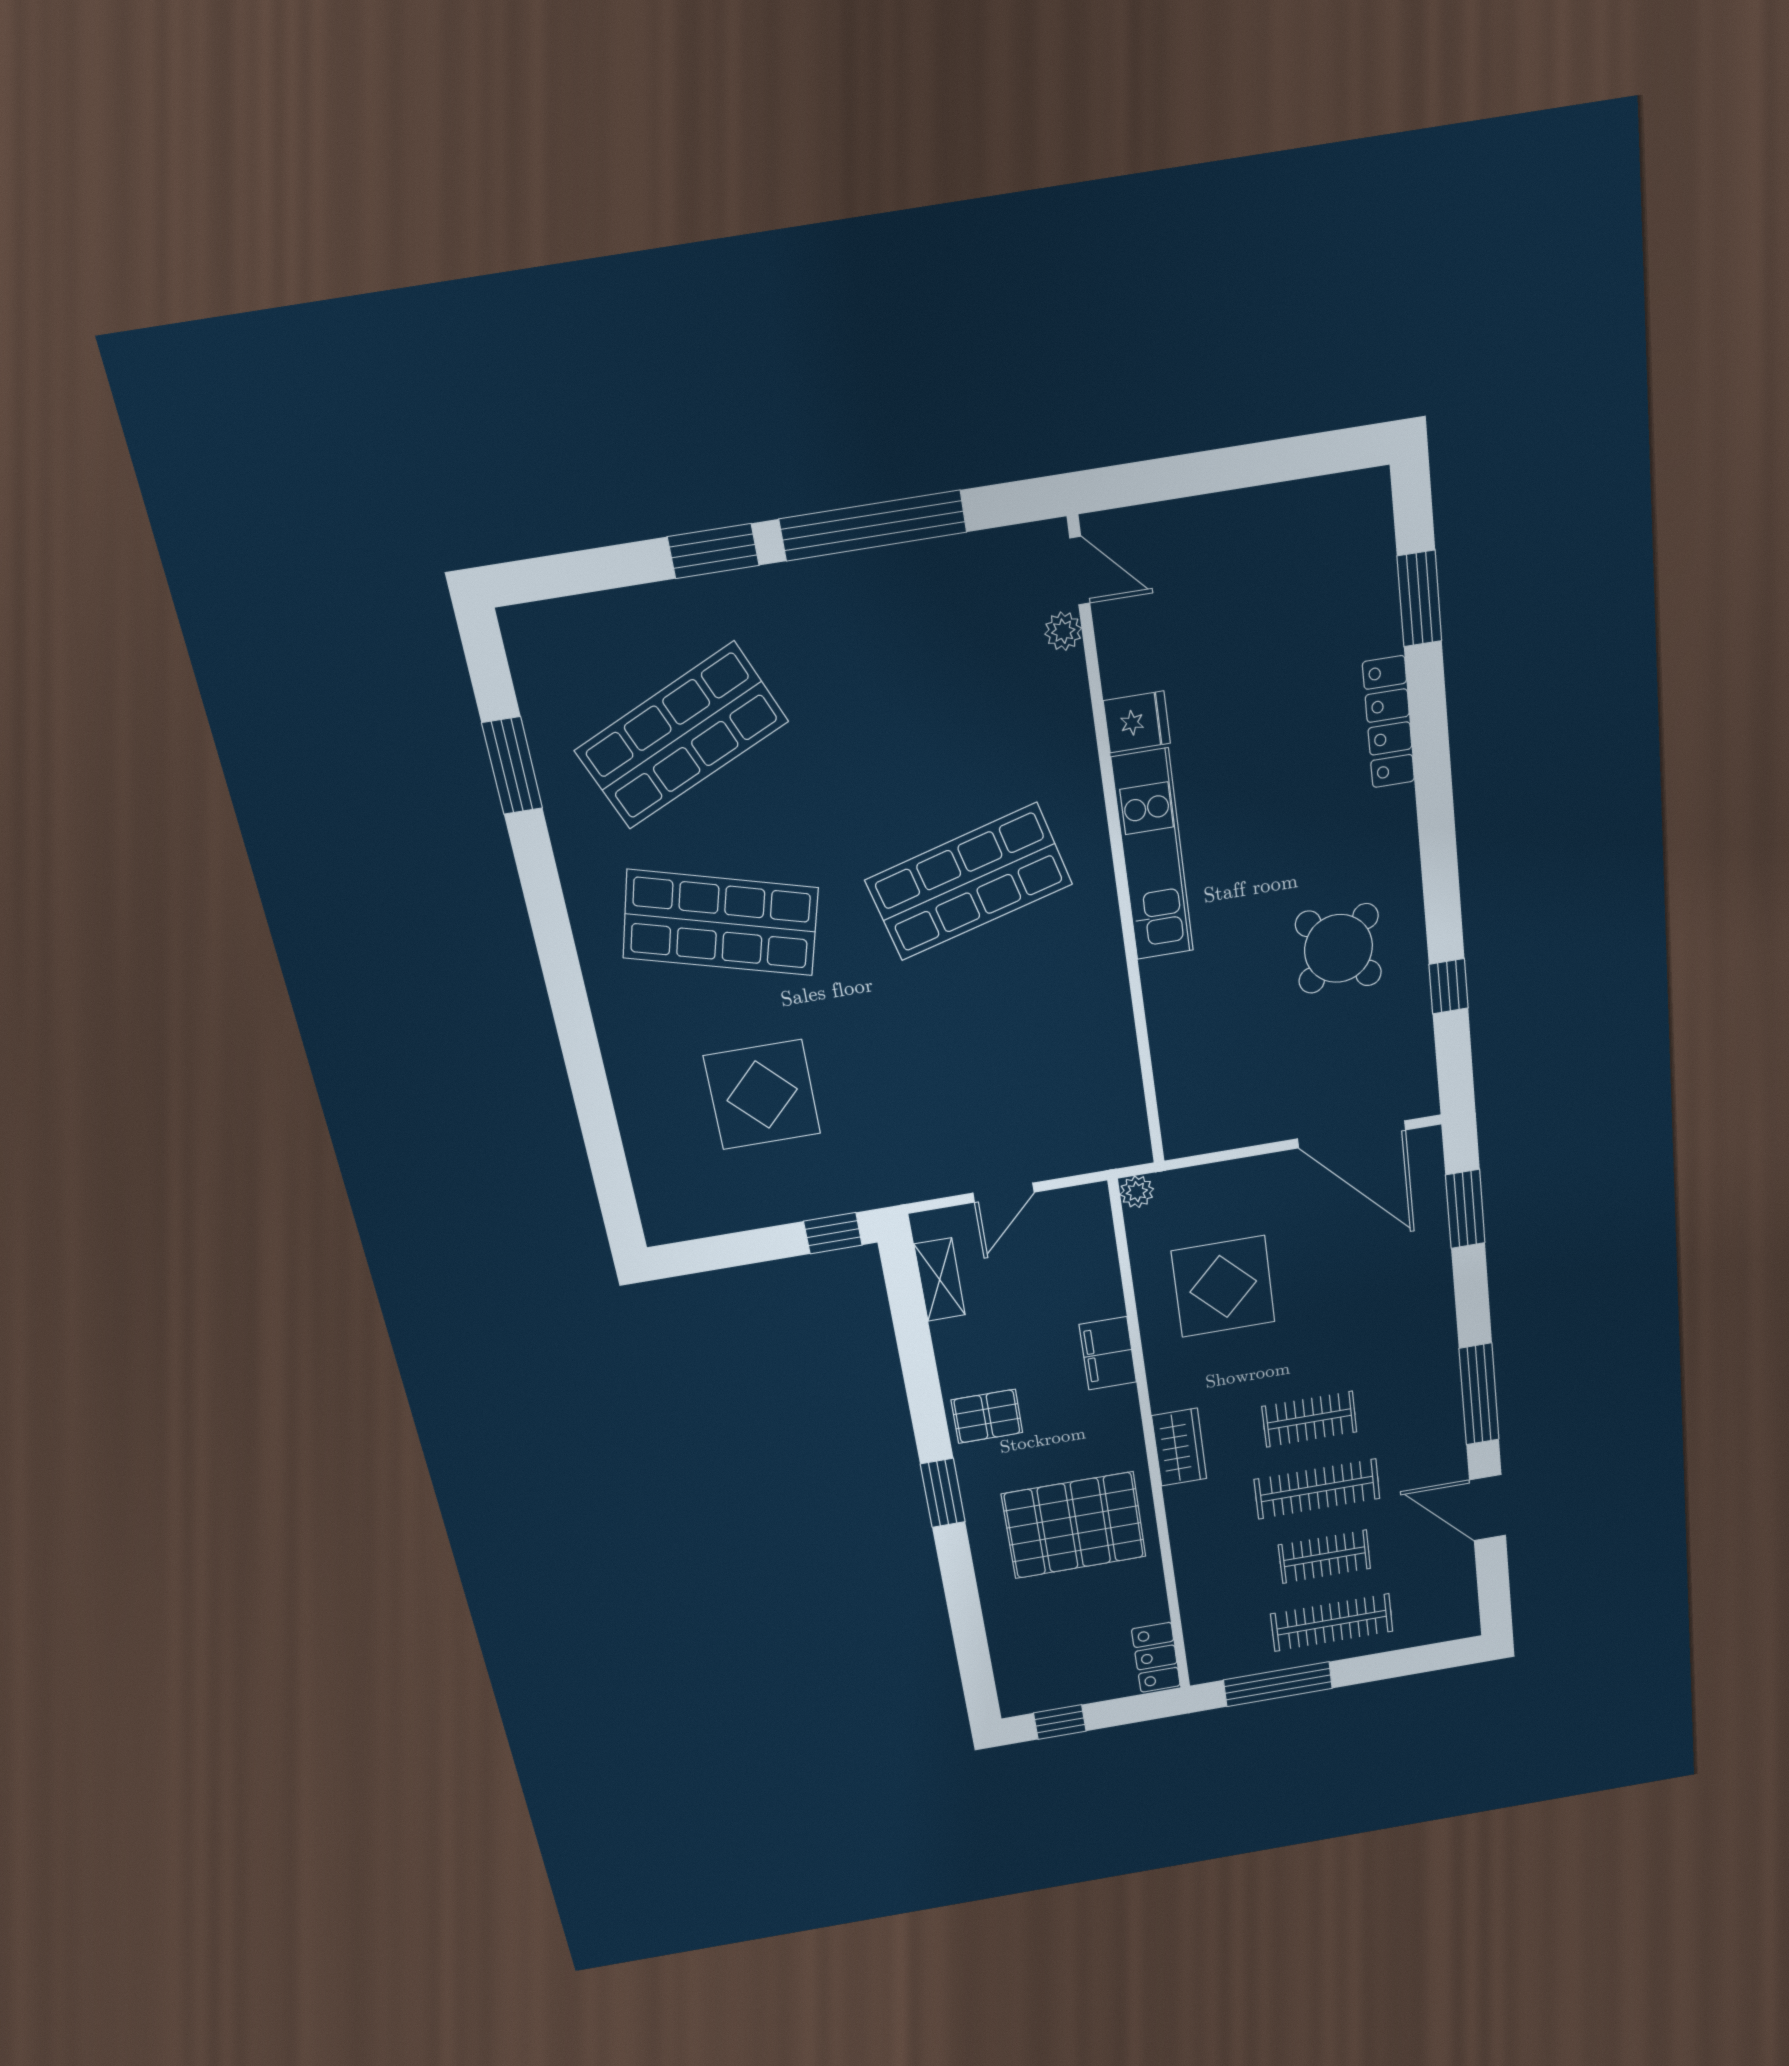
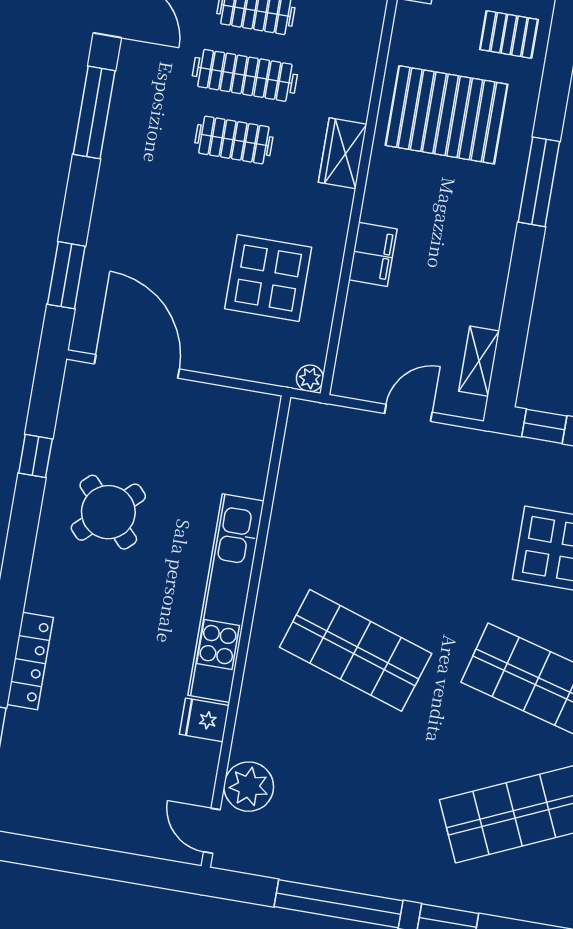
plant: (1063, 631) -> (249, 787), width x1.88, depth x1.88
kitchen unit: (1153, 855) -> (226, 598), width x1.36
shop shelf: (969, 882) -> (356, 650), turned 33
pallet: (987, 1416) -> (509, 34), moved
window: (943, 1493) -> (539, 182), width x1.44

